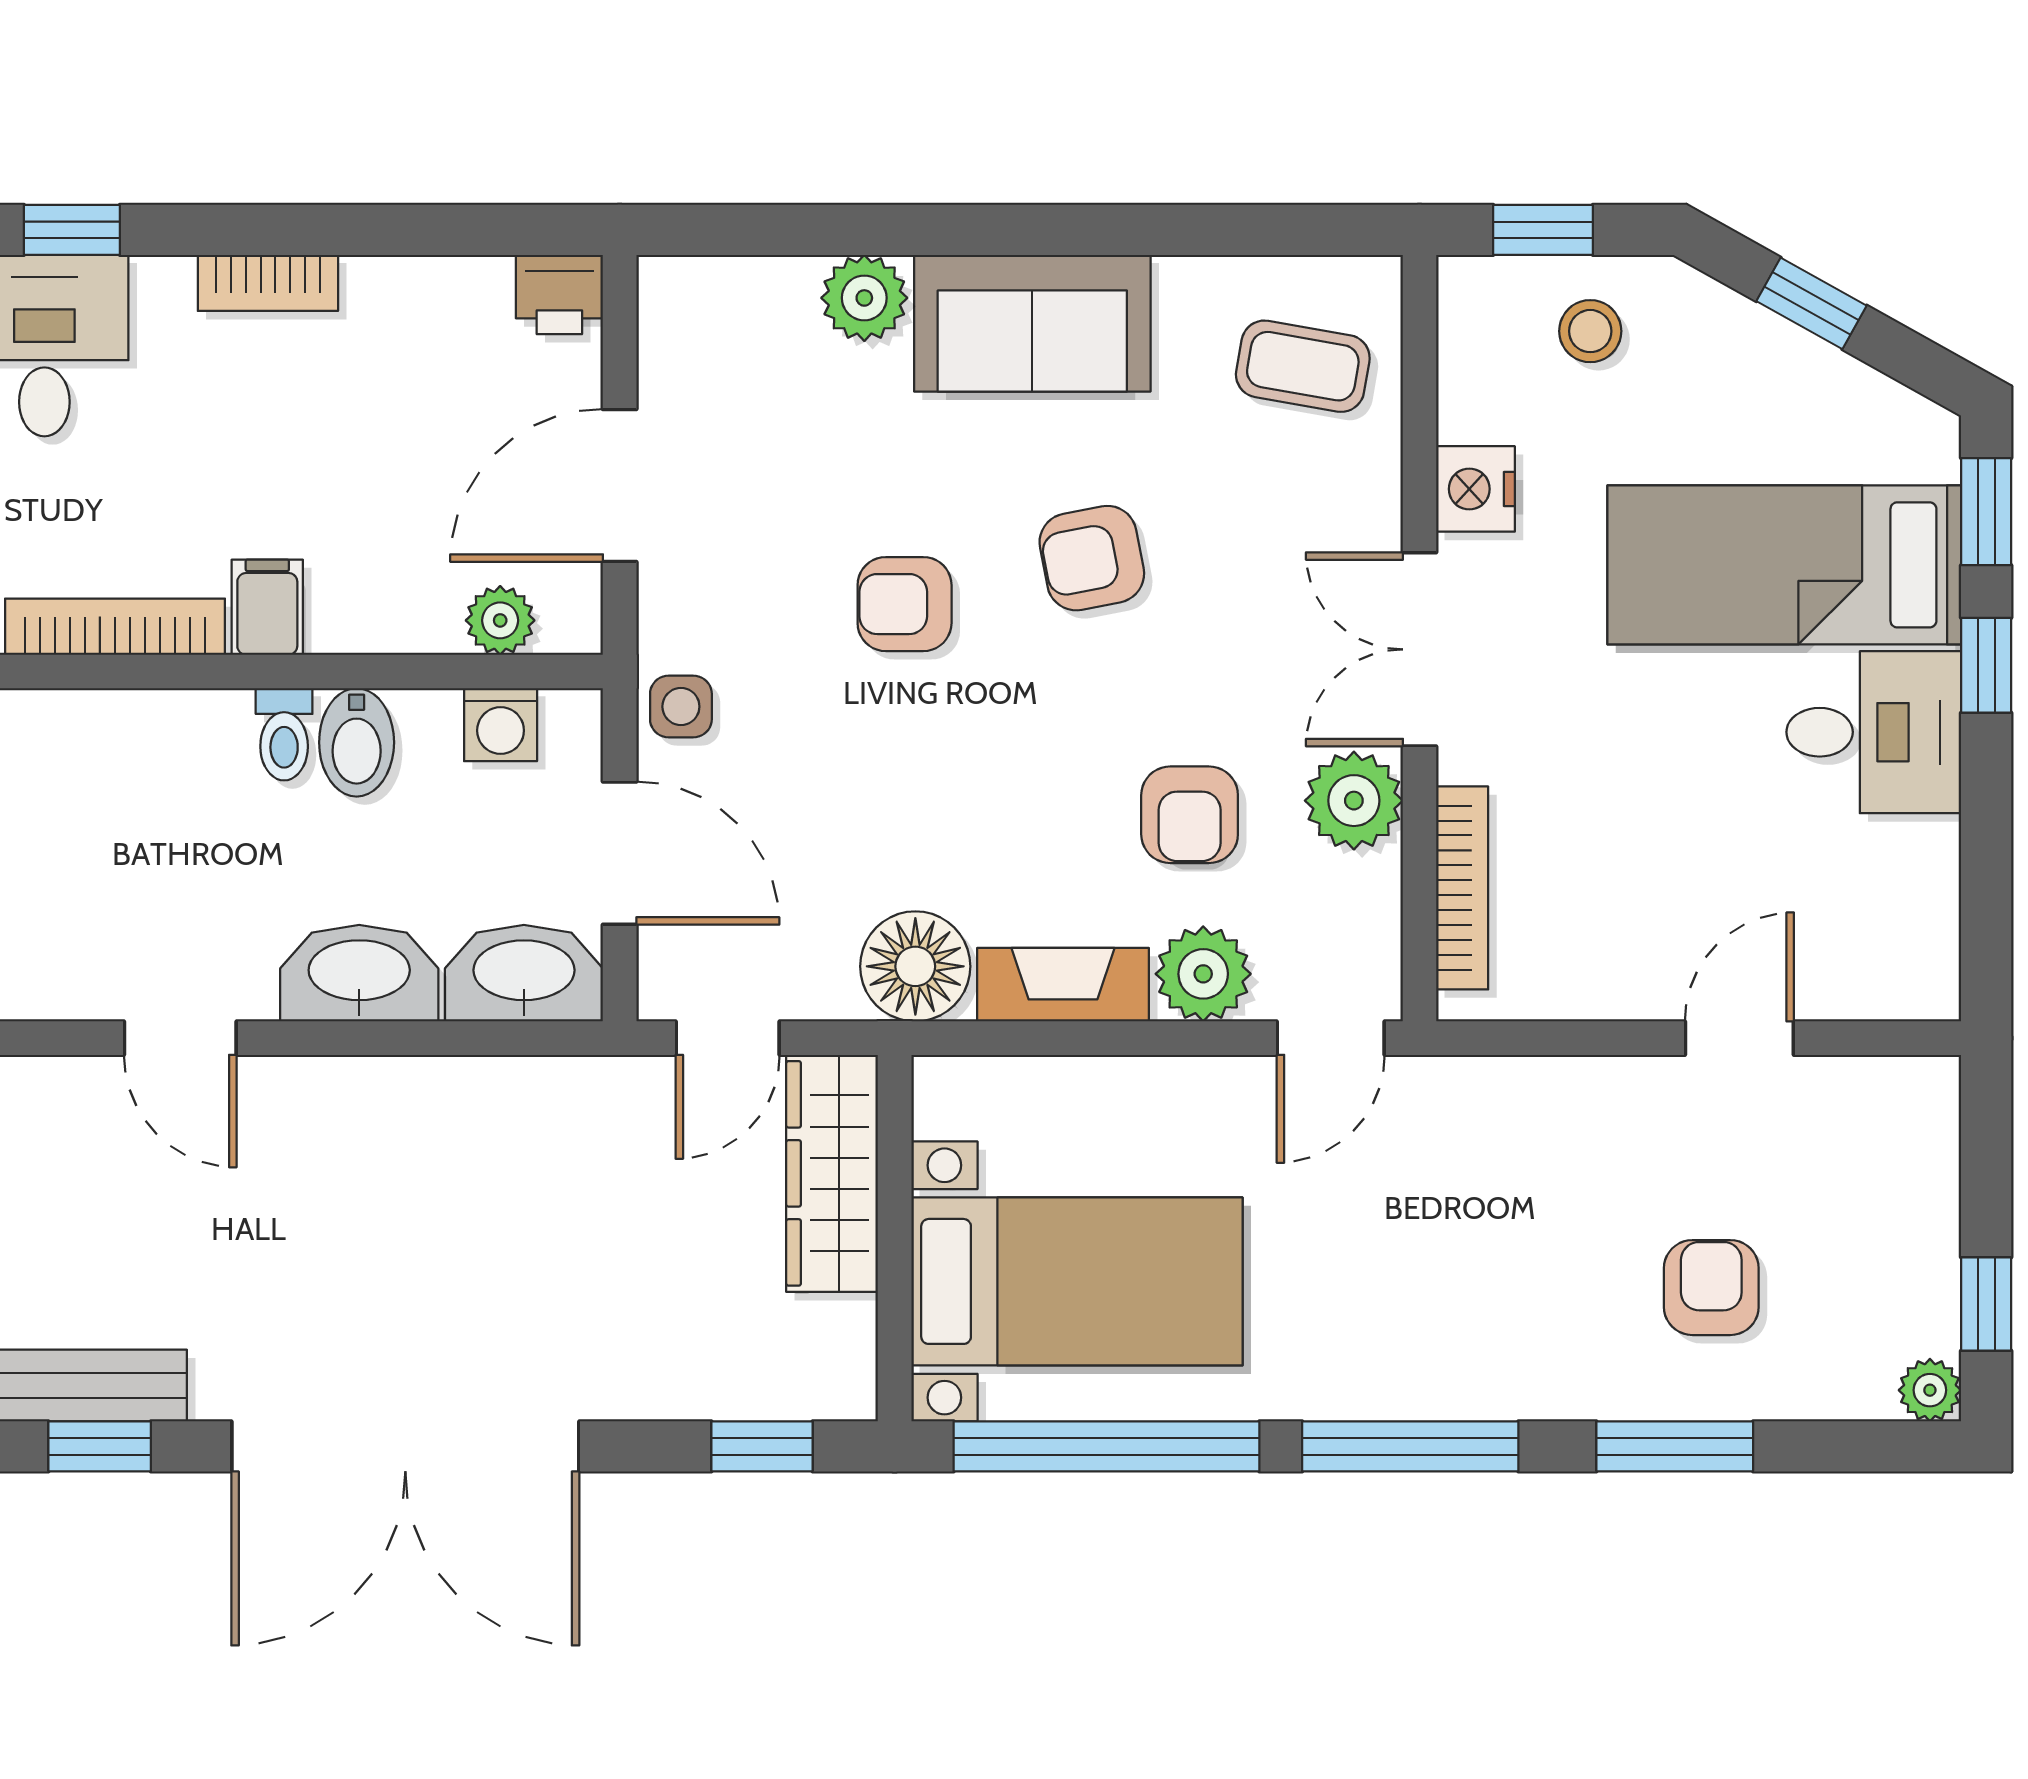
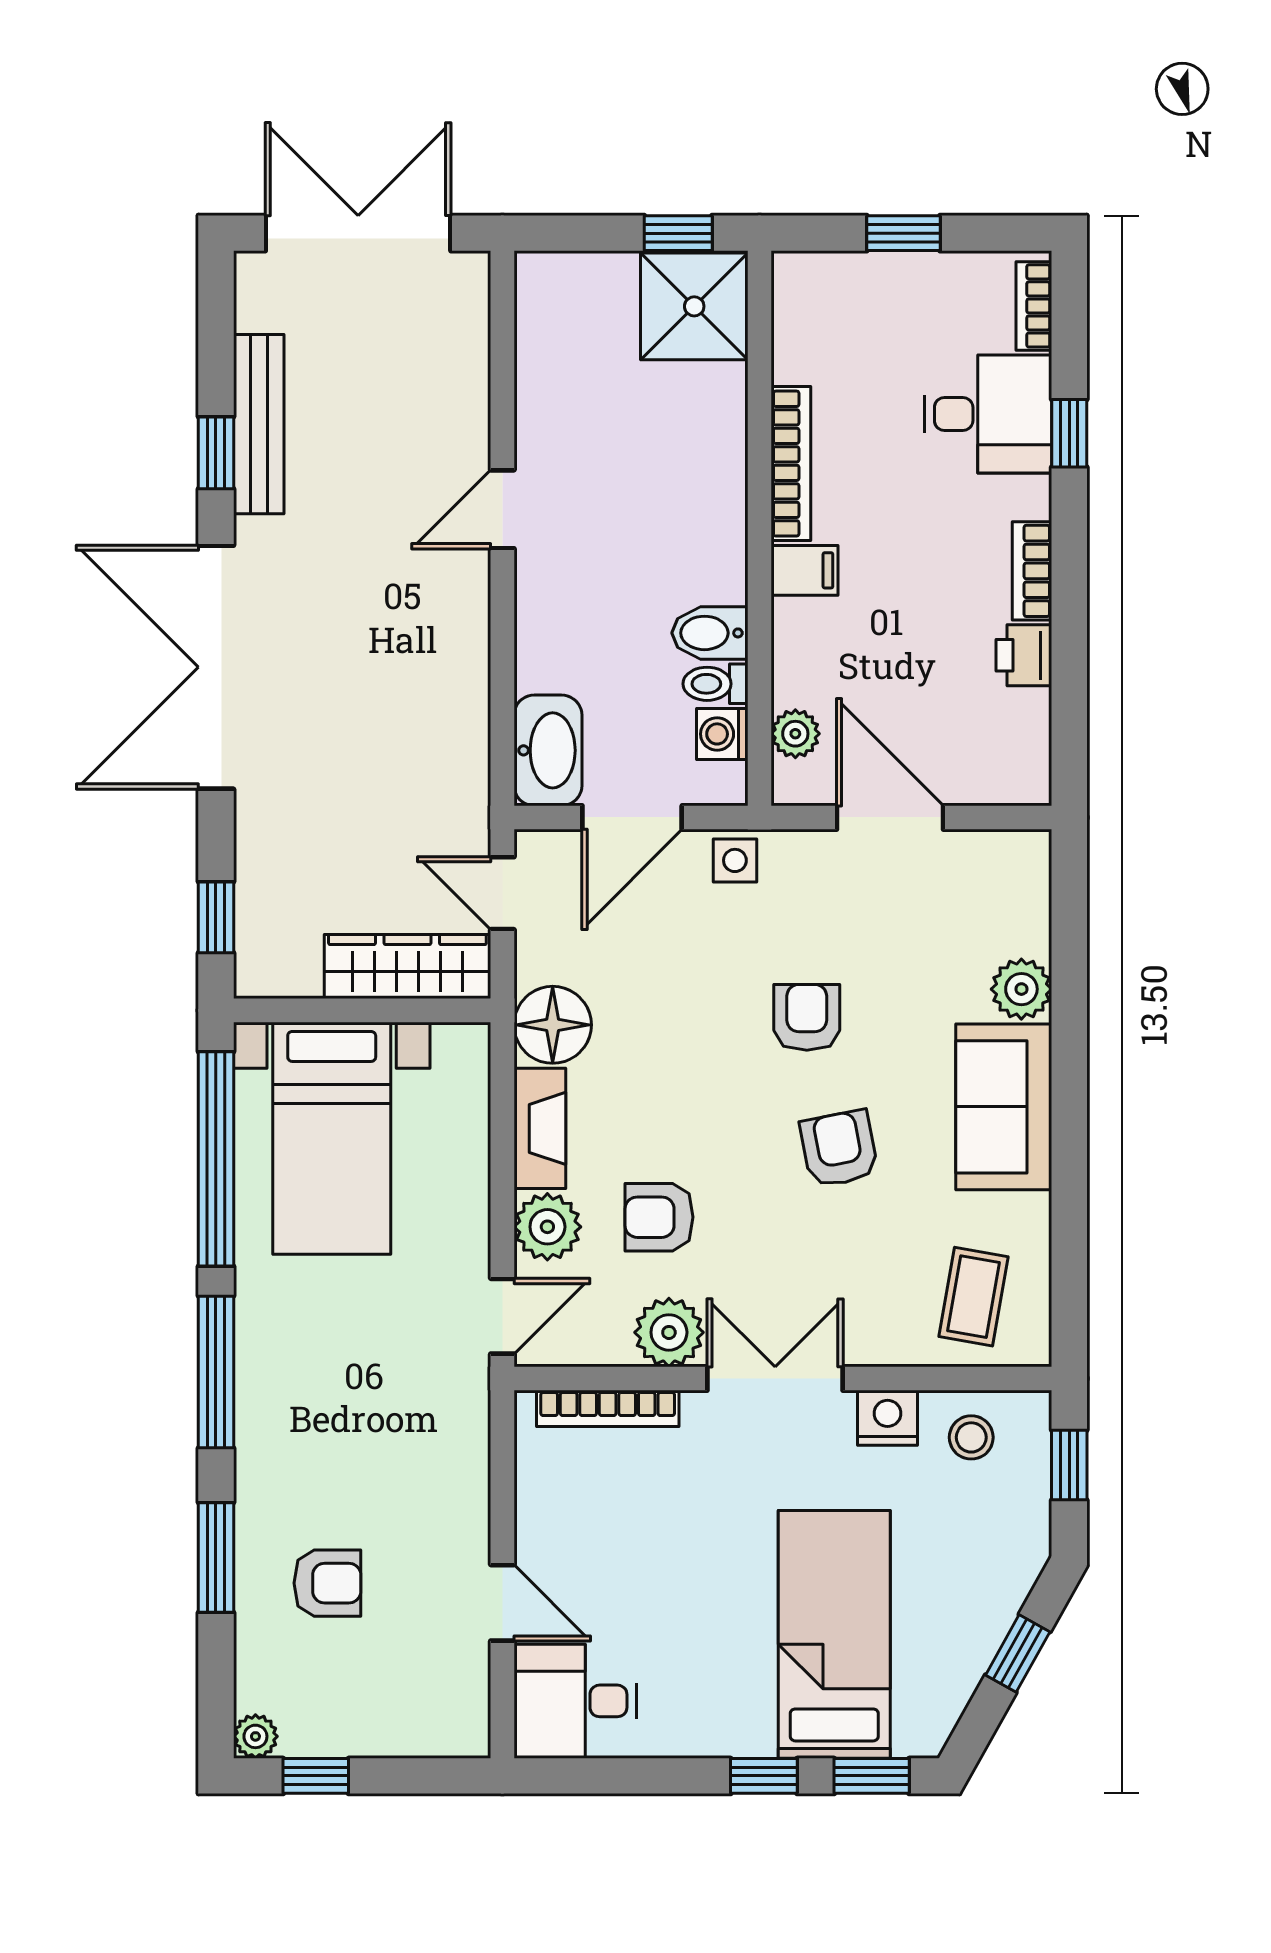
printer: (559, 294) -> (1024, 655), moved
stool: (1590, 331) -> (971, 1437), moved
desk: (1874, 732) -> (575, 1701), moved, turned 90
toilet: (284, 734) -> (715, 684), moved
washbasin: (359, 973) -> (548, 635), removed
door: (1331, 1038) -> (502, 1316), swing flipped

